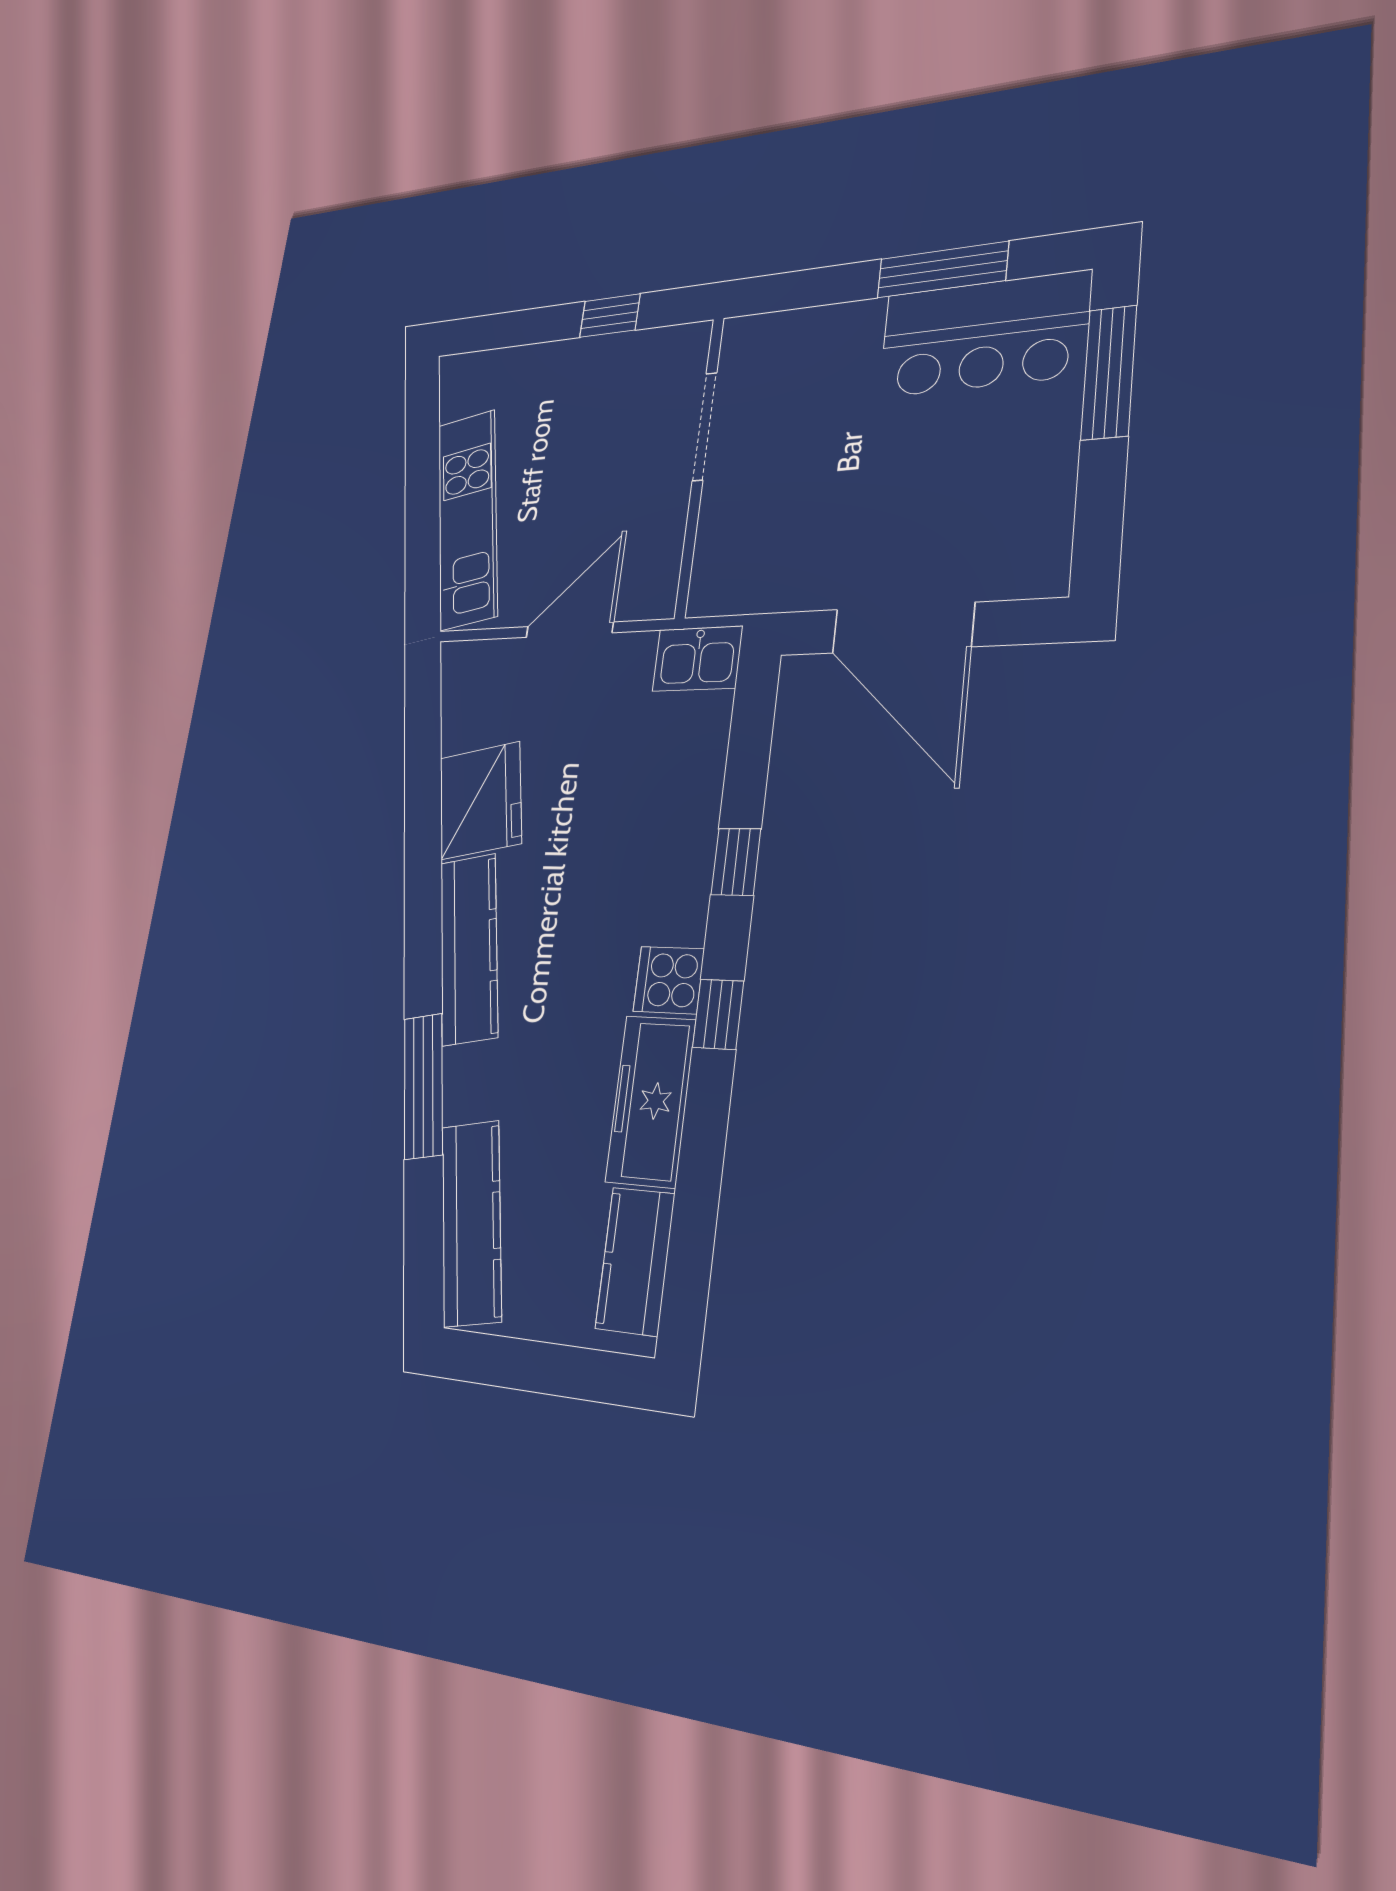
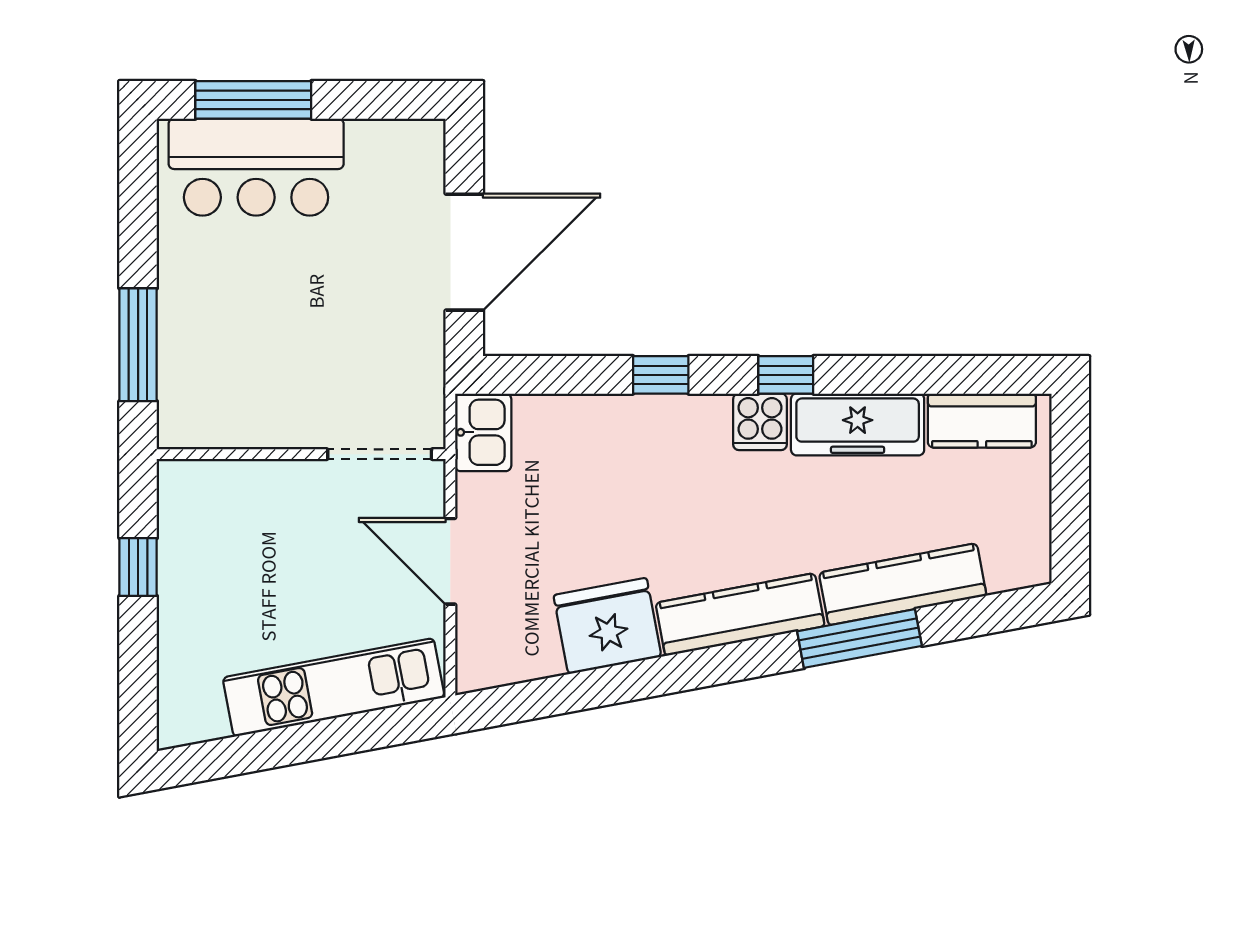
window: (942, 270) -> (138, 345), moved
bar counter: (984, 334) -> (256, 167), moved, turned 90
doorway: (705, 426) -> (380, 454), moved
kitchen counter: (471, 1223) -> (903, 584), moved

